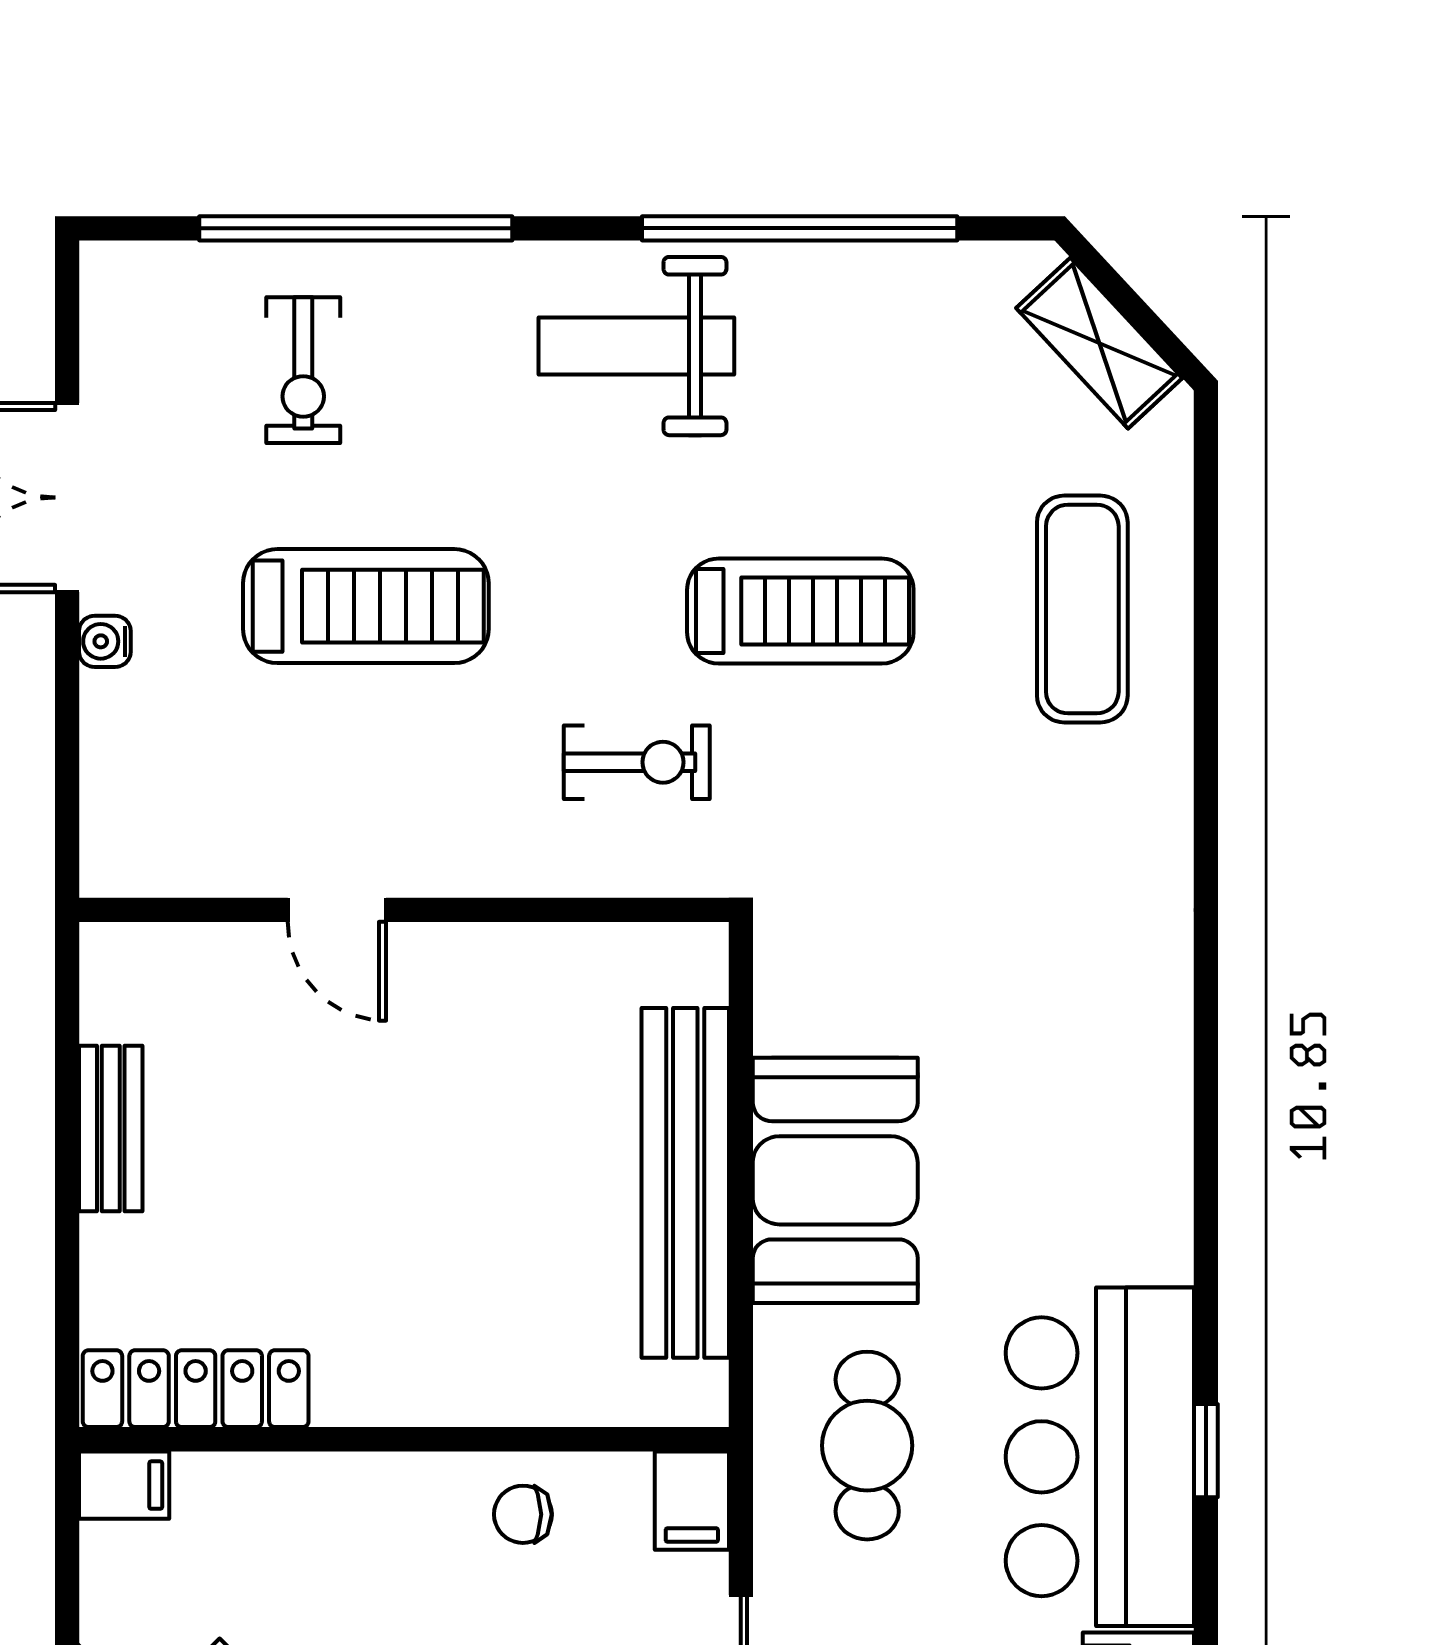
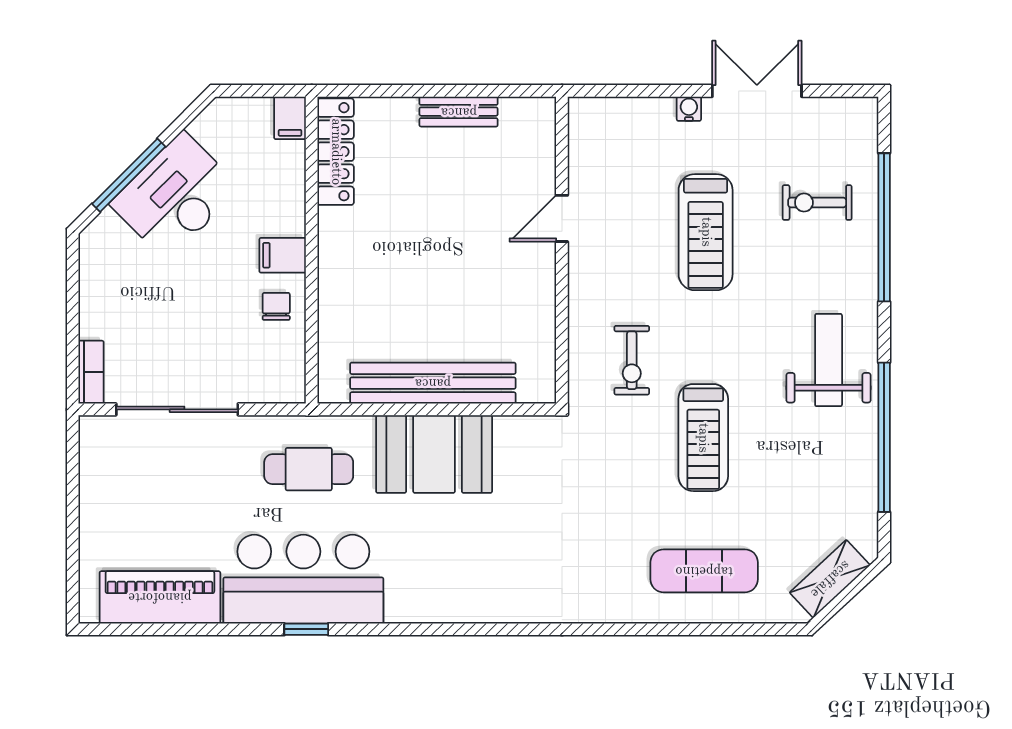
filing cabinet: (692, 1501) -> (283, 255), moved

